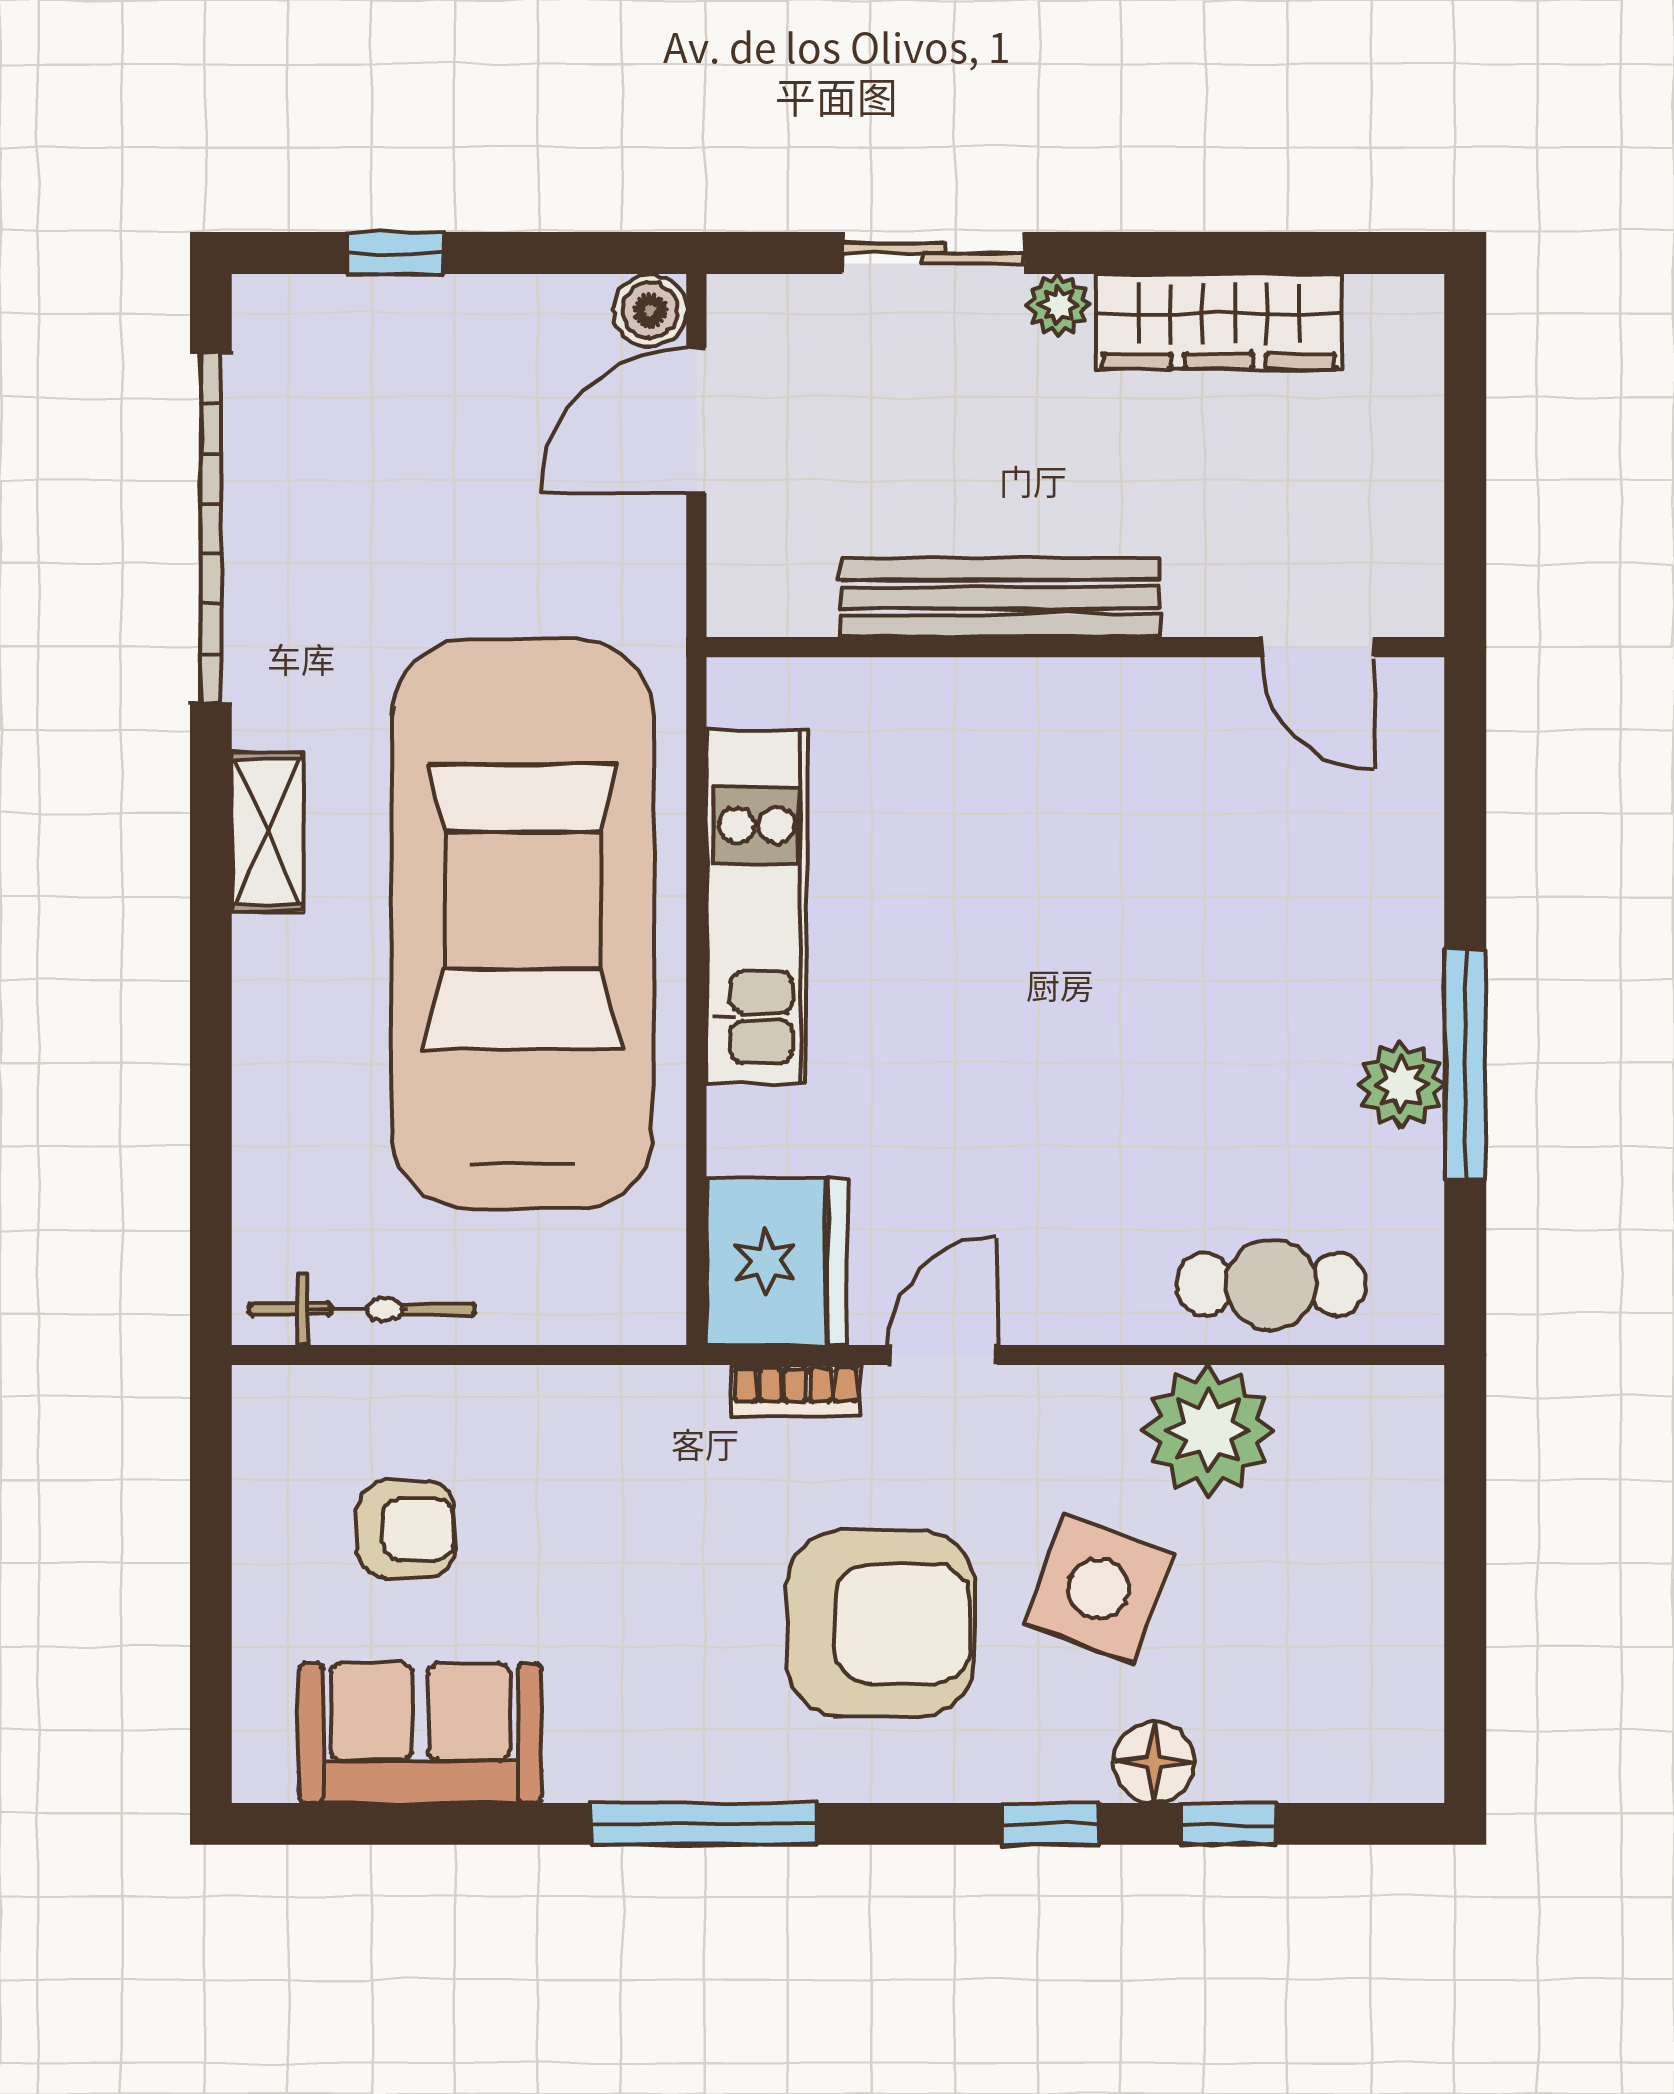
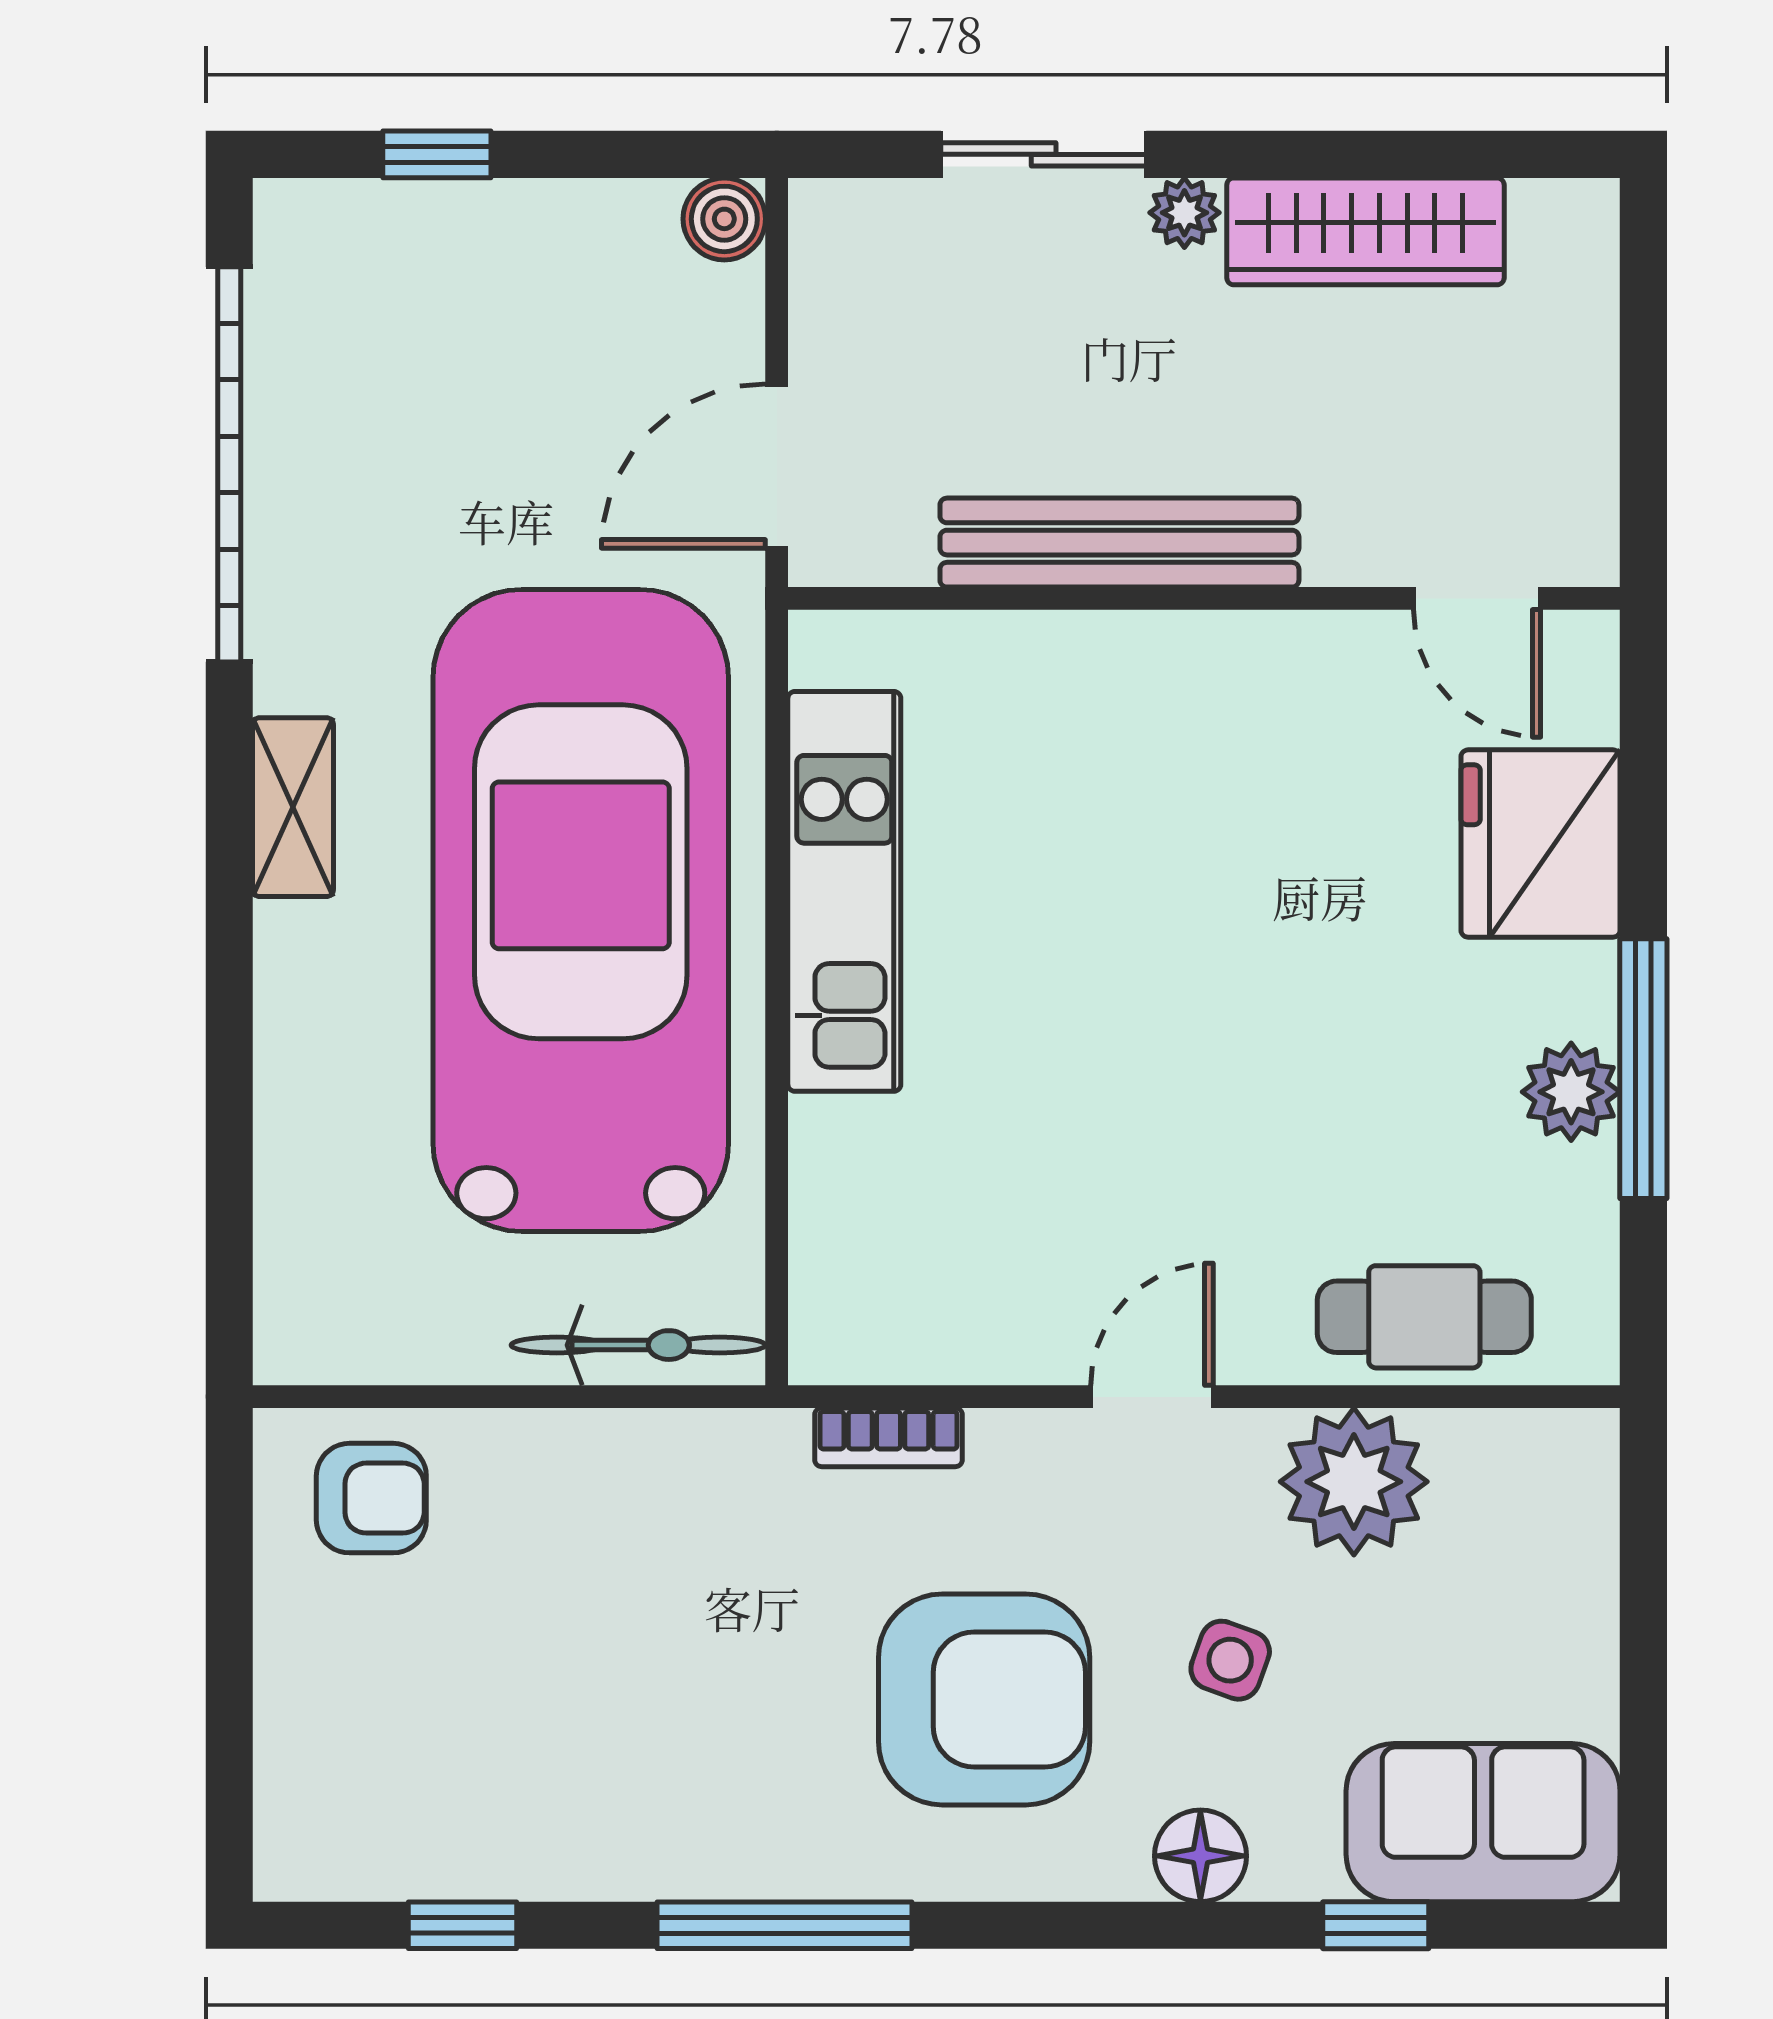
door: (696, 420) -> (777, 466), moved
fridge: (777, 1262) -> (1540, 844), moved, turned 180
bicycle: (362, 1309) -> (638, 1345), moved
door: (943, 1355) -> (1152, 1397), moved
armchair: (406, 1529) -> (371, 1498), moved
side table: (1099, 1589) -> (1230, 1660), width x0.54, depth x0.54
sofa: (420, 1733) -> (1483, 1823), moved
floor lamp: (1154, 1762) -> (1200, 1856), moved
window: (1051, 1824) -> (463, 1925), moved

